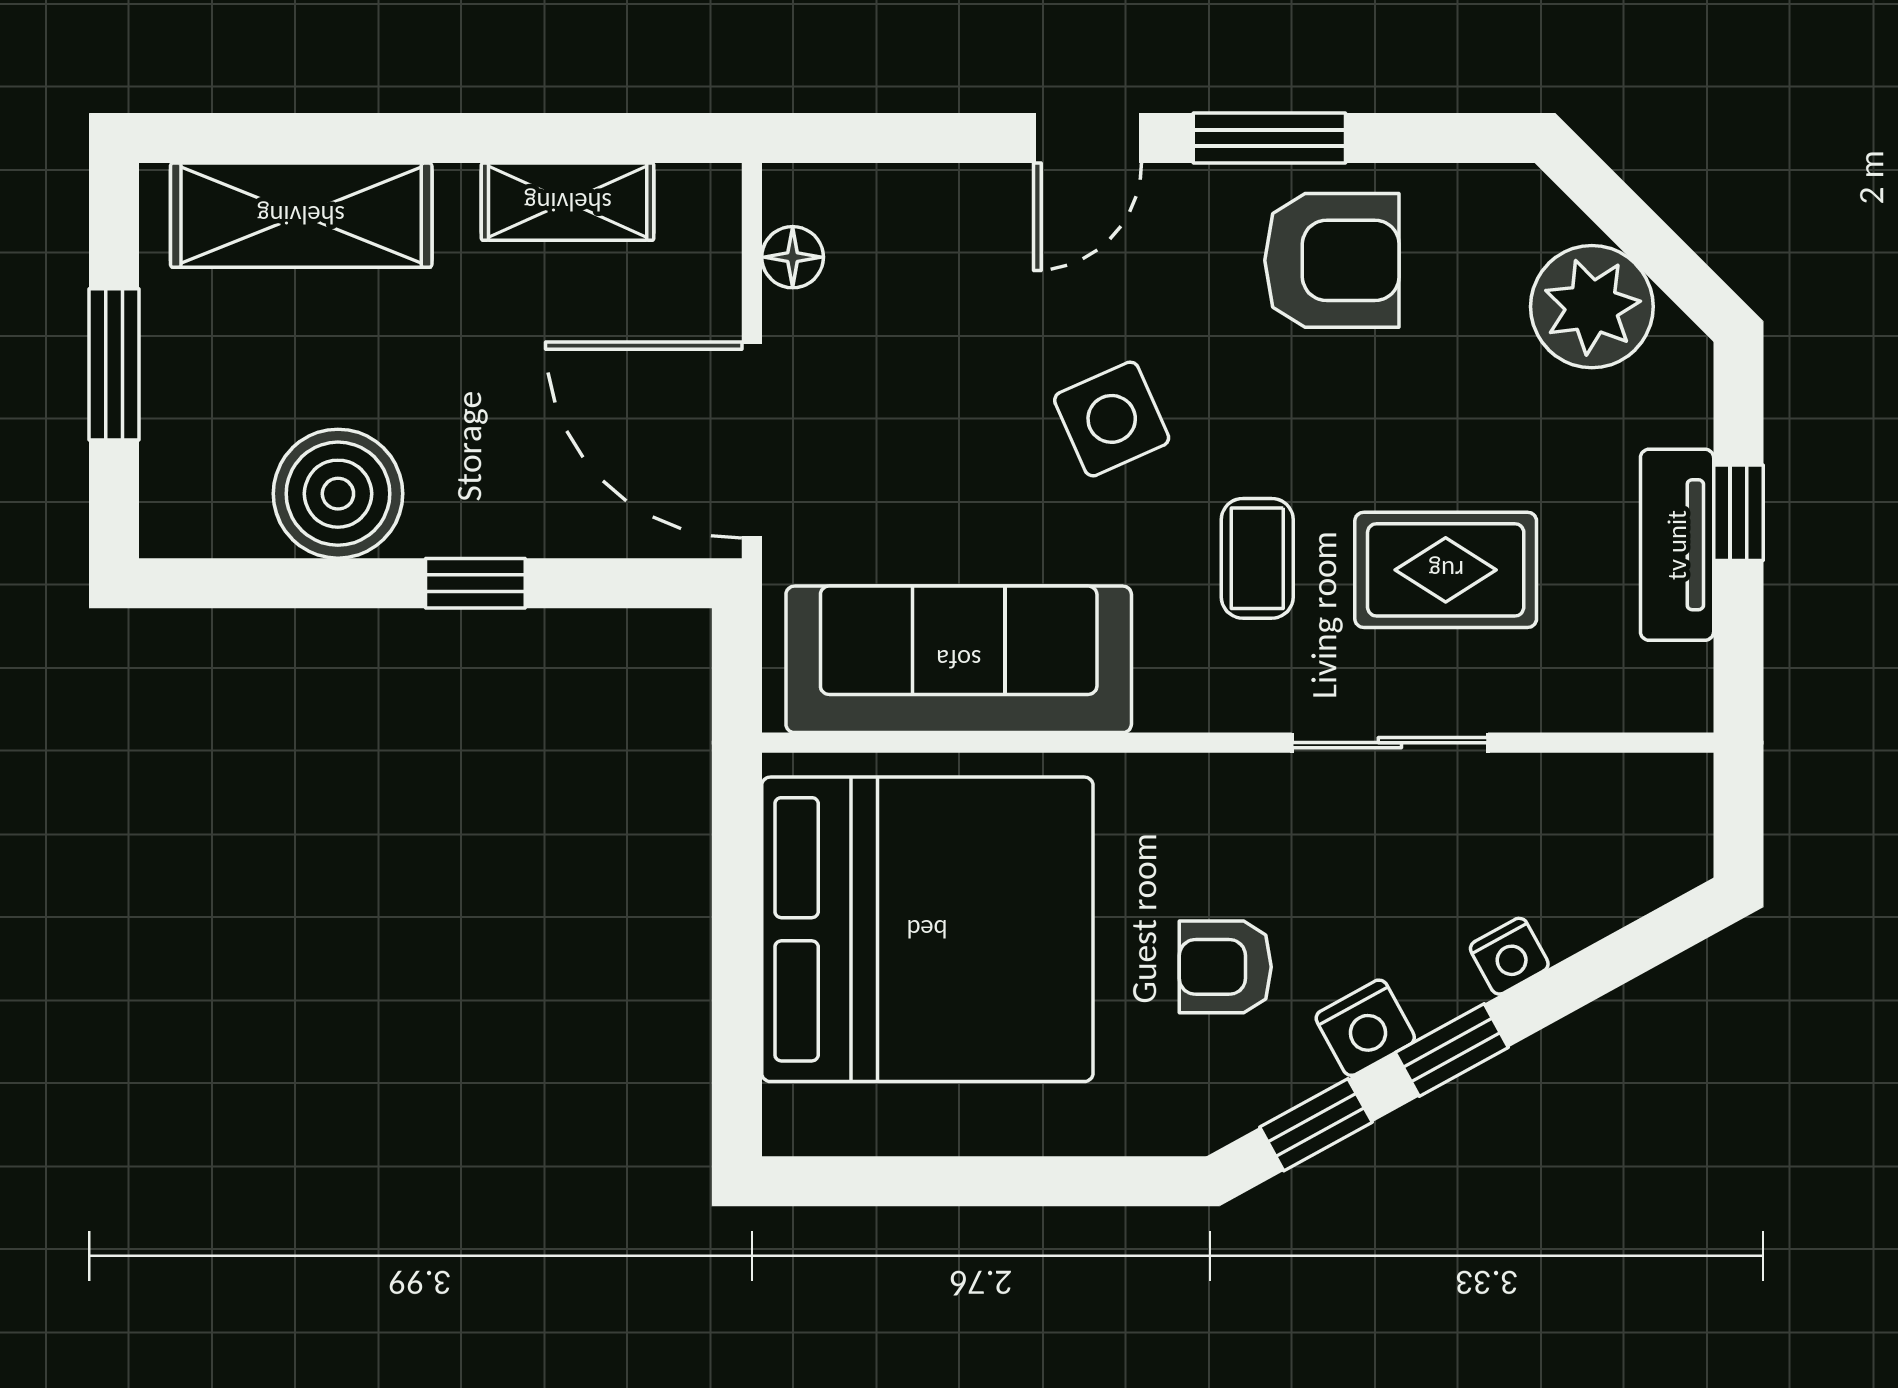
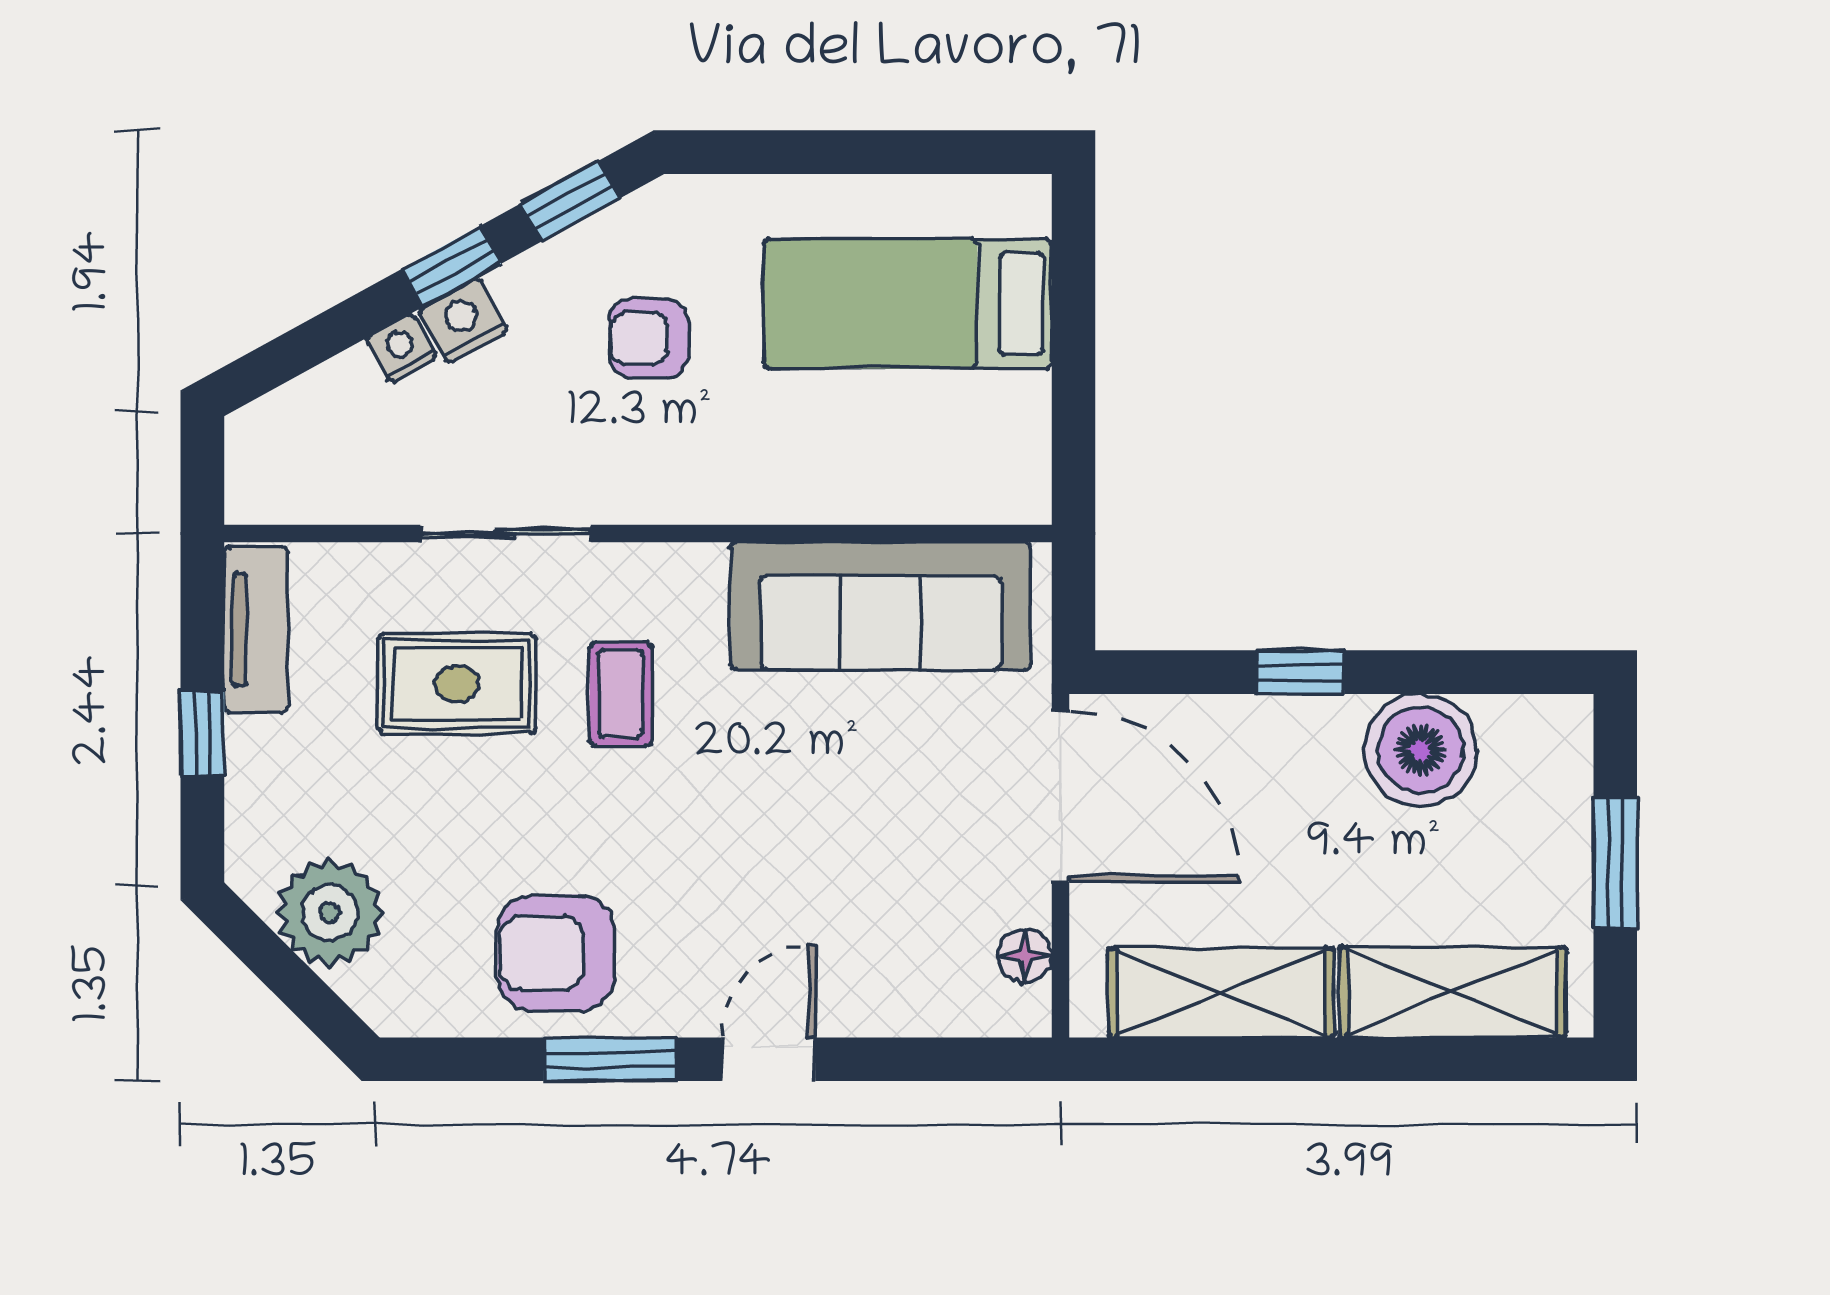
shelving: (568, 202) -> (1221, 993), width x1.50, depth x1.33
side table: (1112, 419) -> (748, 815), removed
tv unit: (1677, 545) -> (256, 630), moved
bed: (927, 929) -> (908, 303), width x0.49
armchair: (1225, 967) -> (649, 338), turned 180
nightstand: (1365, 1028) -> (464, 320), moved

